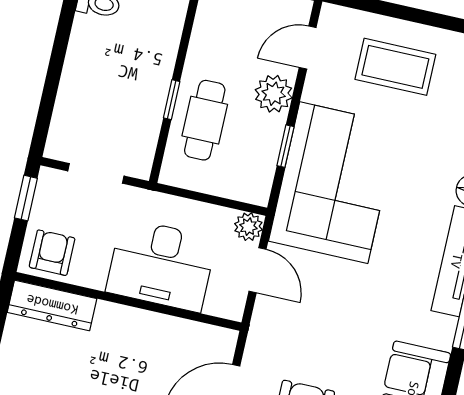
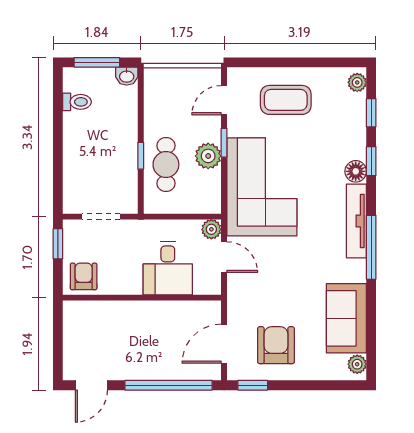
plant: (274, 94) -> (208, 156), moved
window: (285, 146) -> (224, 143), moved
desk: (161, 265) -> (168, 268), width x0.73
dresser: (52, 305) -> (92, 312), removed

